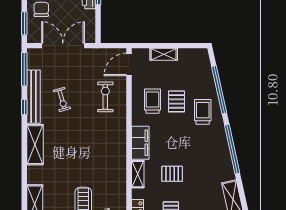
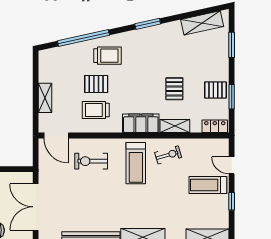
exercise bike: (62, 99) -> (168, 155), moved
trolley: (203, 112) -> (107, 56), turned 180
treadmill: (103, 138) -> (136, 163), added
window: (232, 149) -> (148, 24), width x0.47

